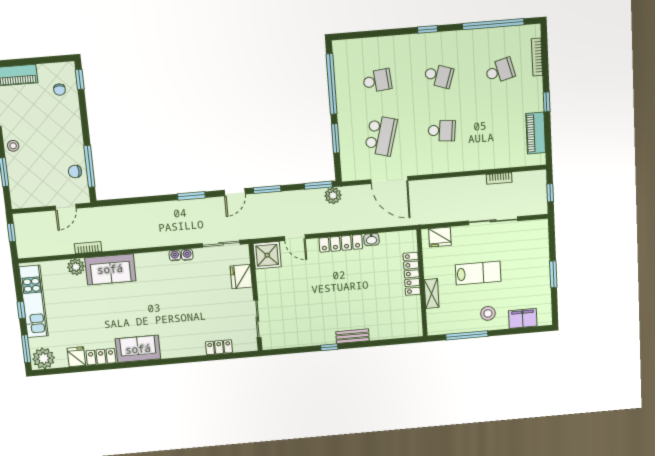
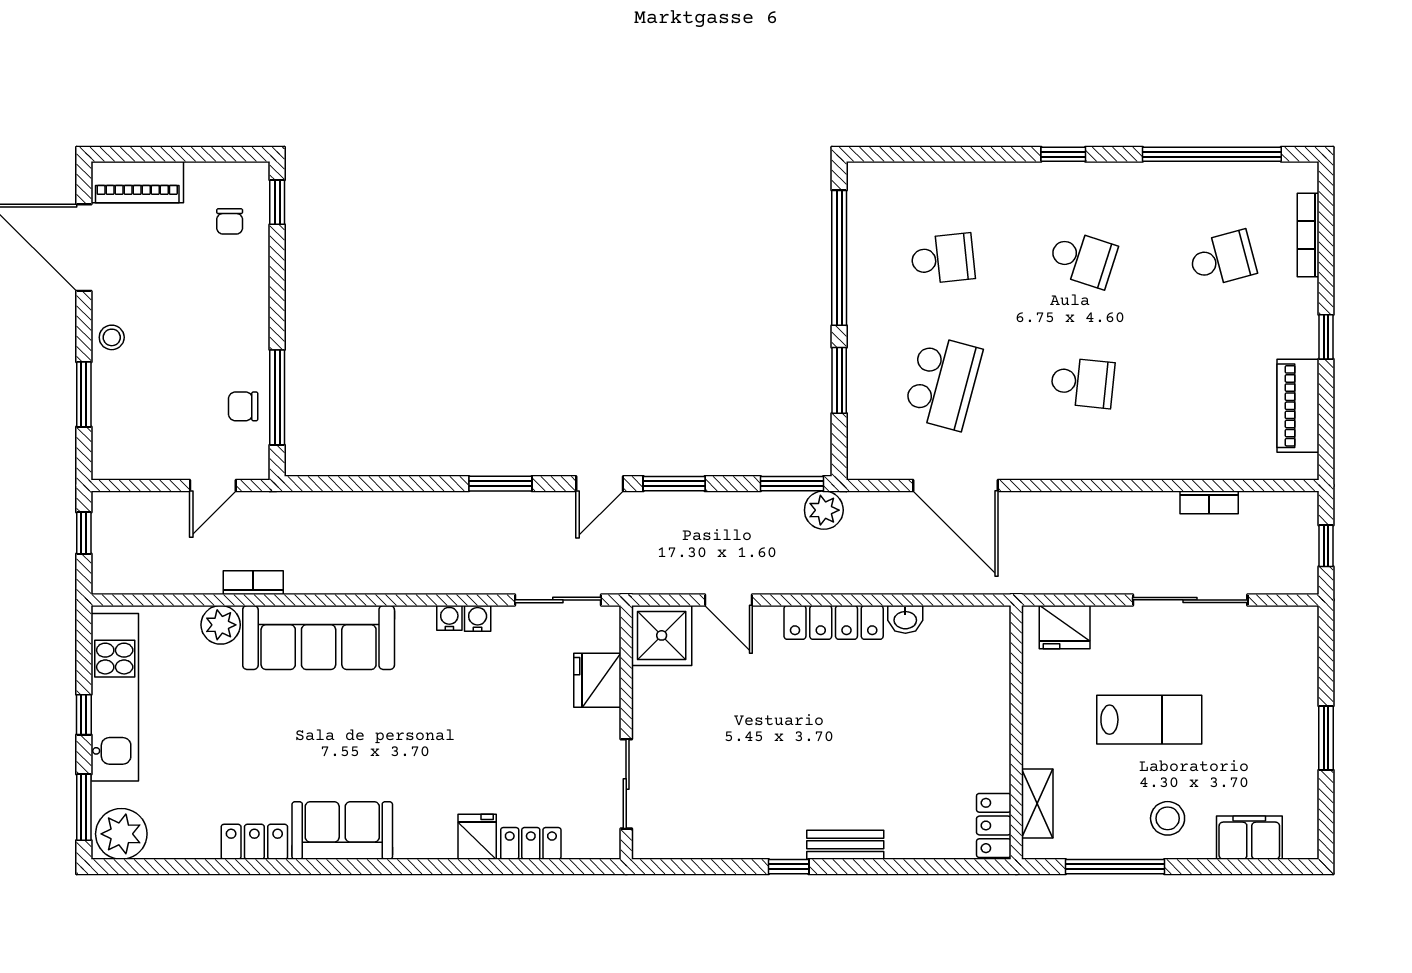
sofa: (110, 269) -> (319, 637), width x1.36
locker: (412, 274) -> (994, 825), moved, width x0.66
shelving: (432, 294) -> (1037, 804), moved
fridge: (76, 357) -> (477, 837), moved

